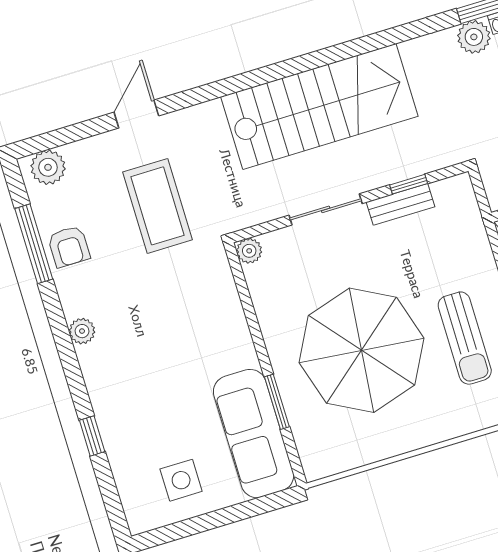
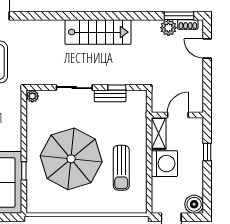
stairs: (319, 106) -> (98, 32), width x0.73, depth x0.66
window: (277, 402) -> (24, 171), width x0.67

